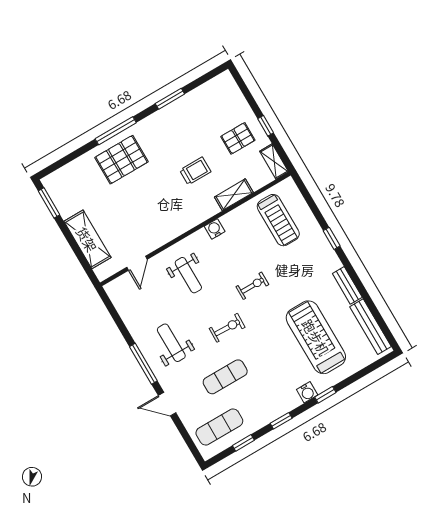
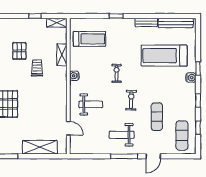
pallet: (238, 138) -> (19, 51), moved

